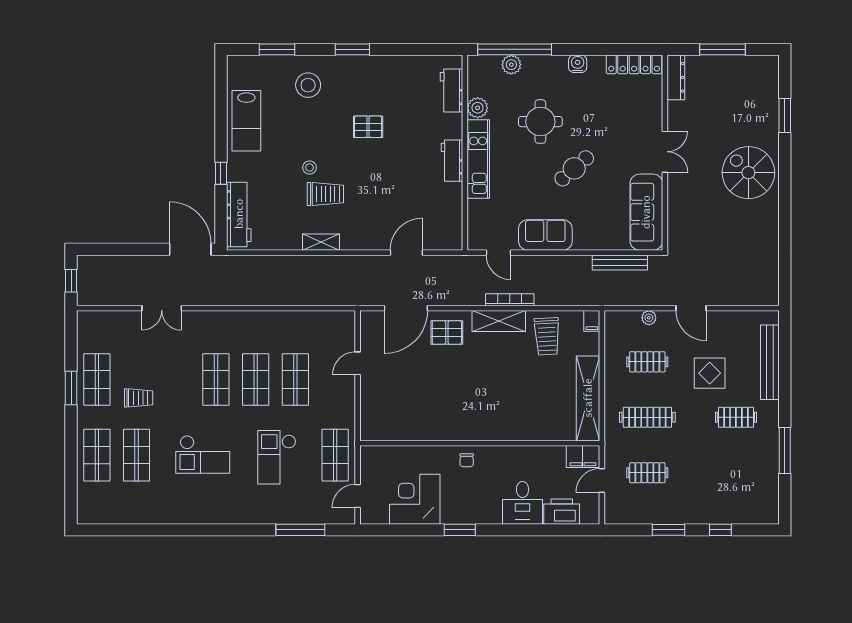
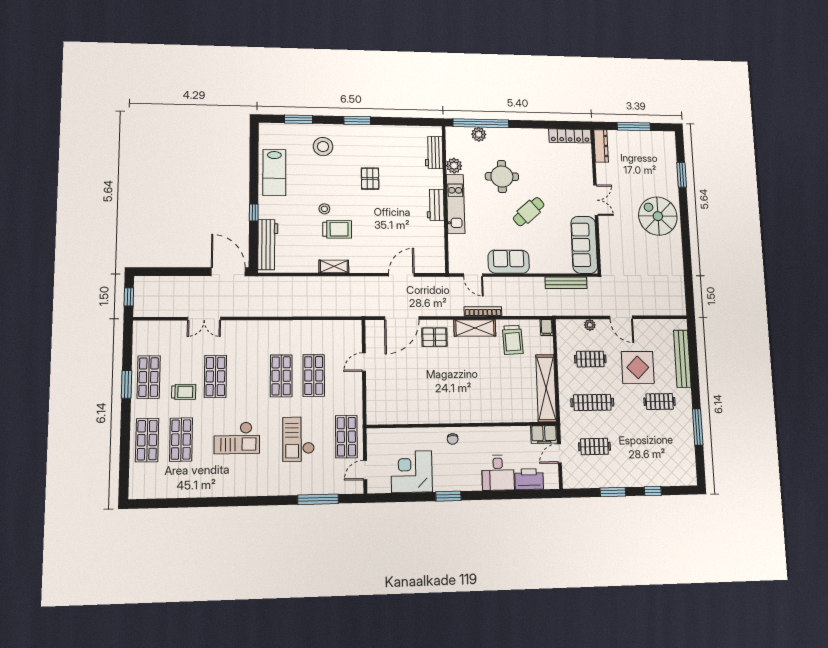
water cooler: (578, 64) -> (528, 135), removed
pallet: (368, 127) -> (370, 179), turned 90
display table: (710, 373) -> (638, 367), width x1.36, depth x1.36
shop shelf: (216, 379) -> (215, 376), moved

